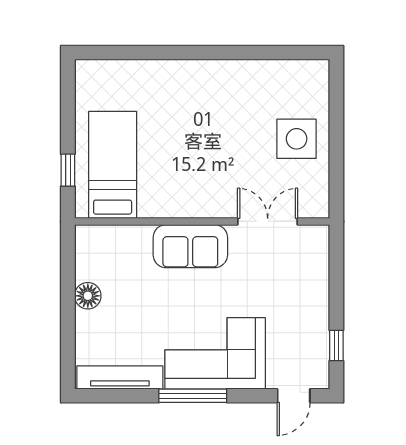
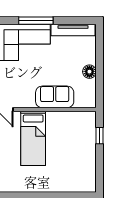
bed: (113, 165) -> (33, 138), moved
sofa: (190, 246) -> (55, 97), moved

